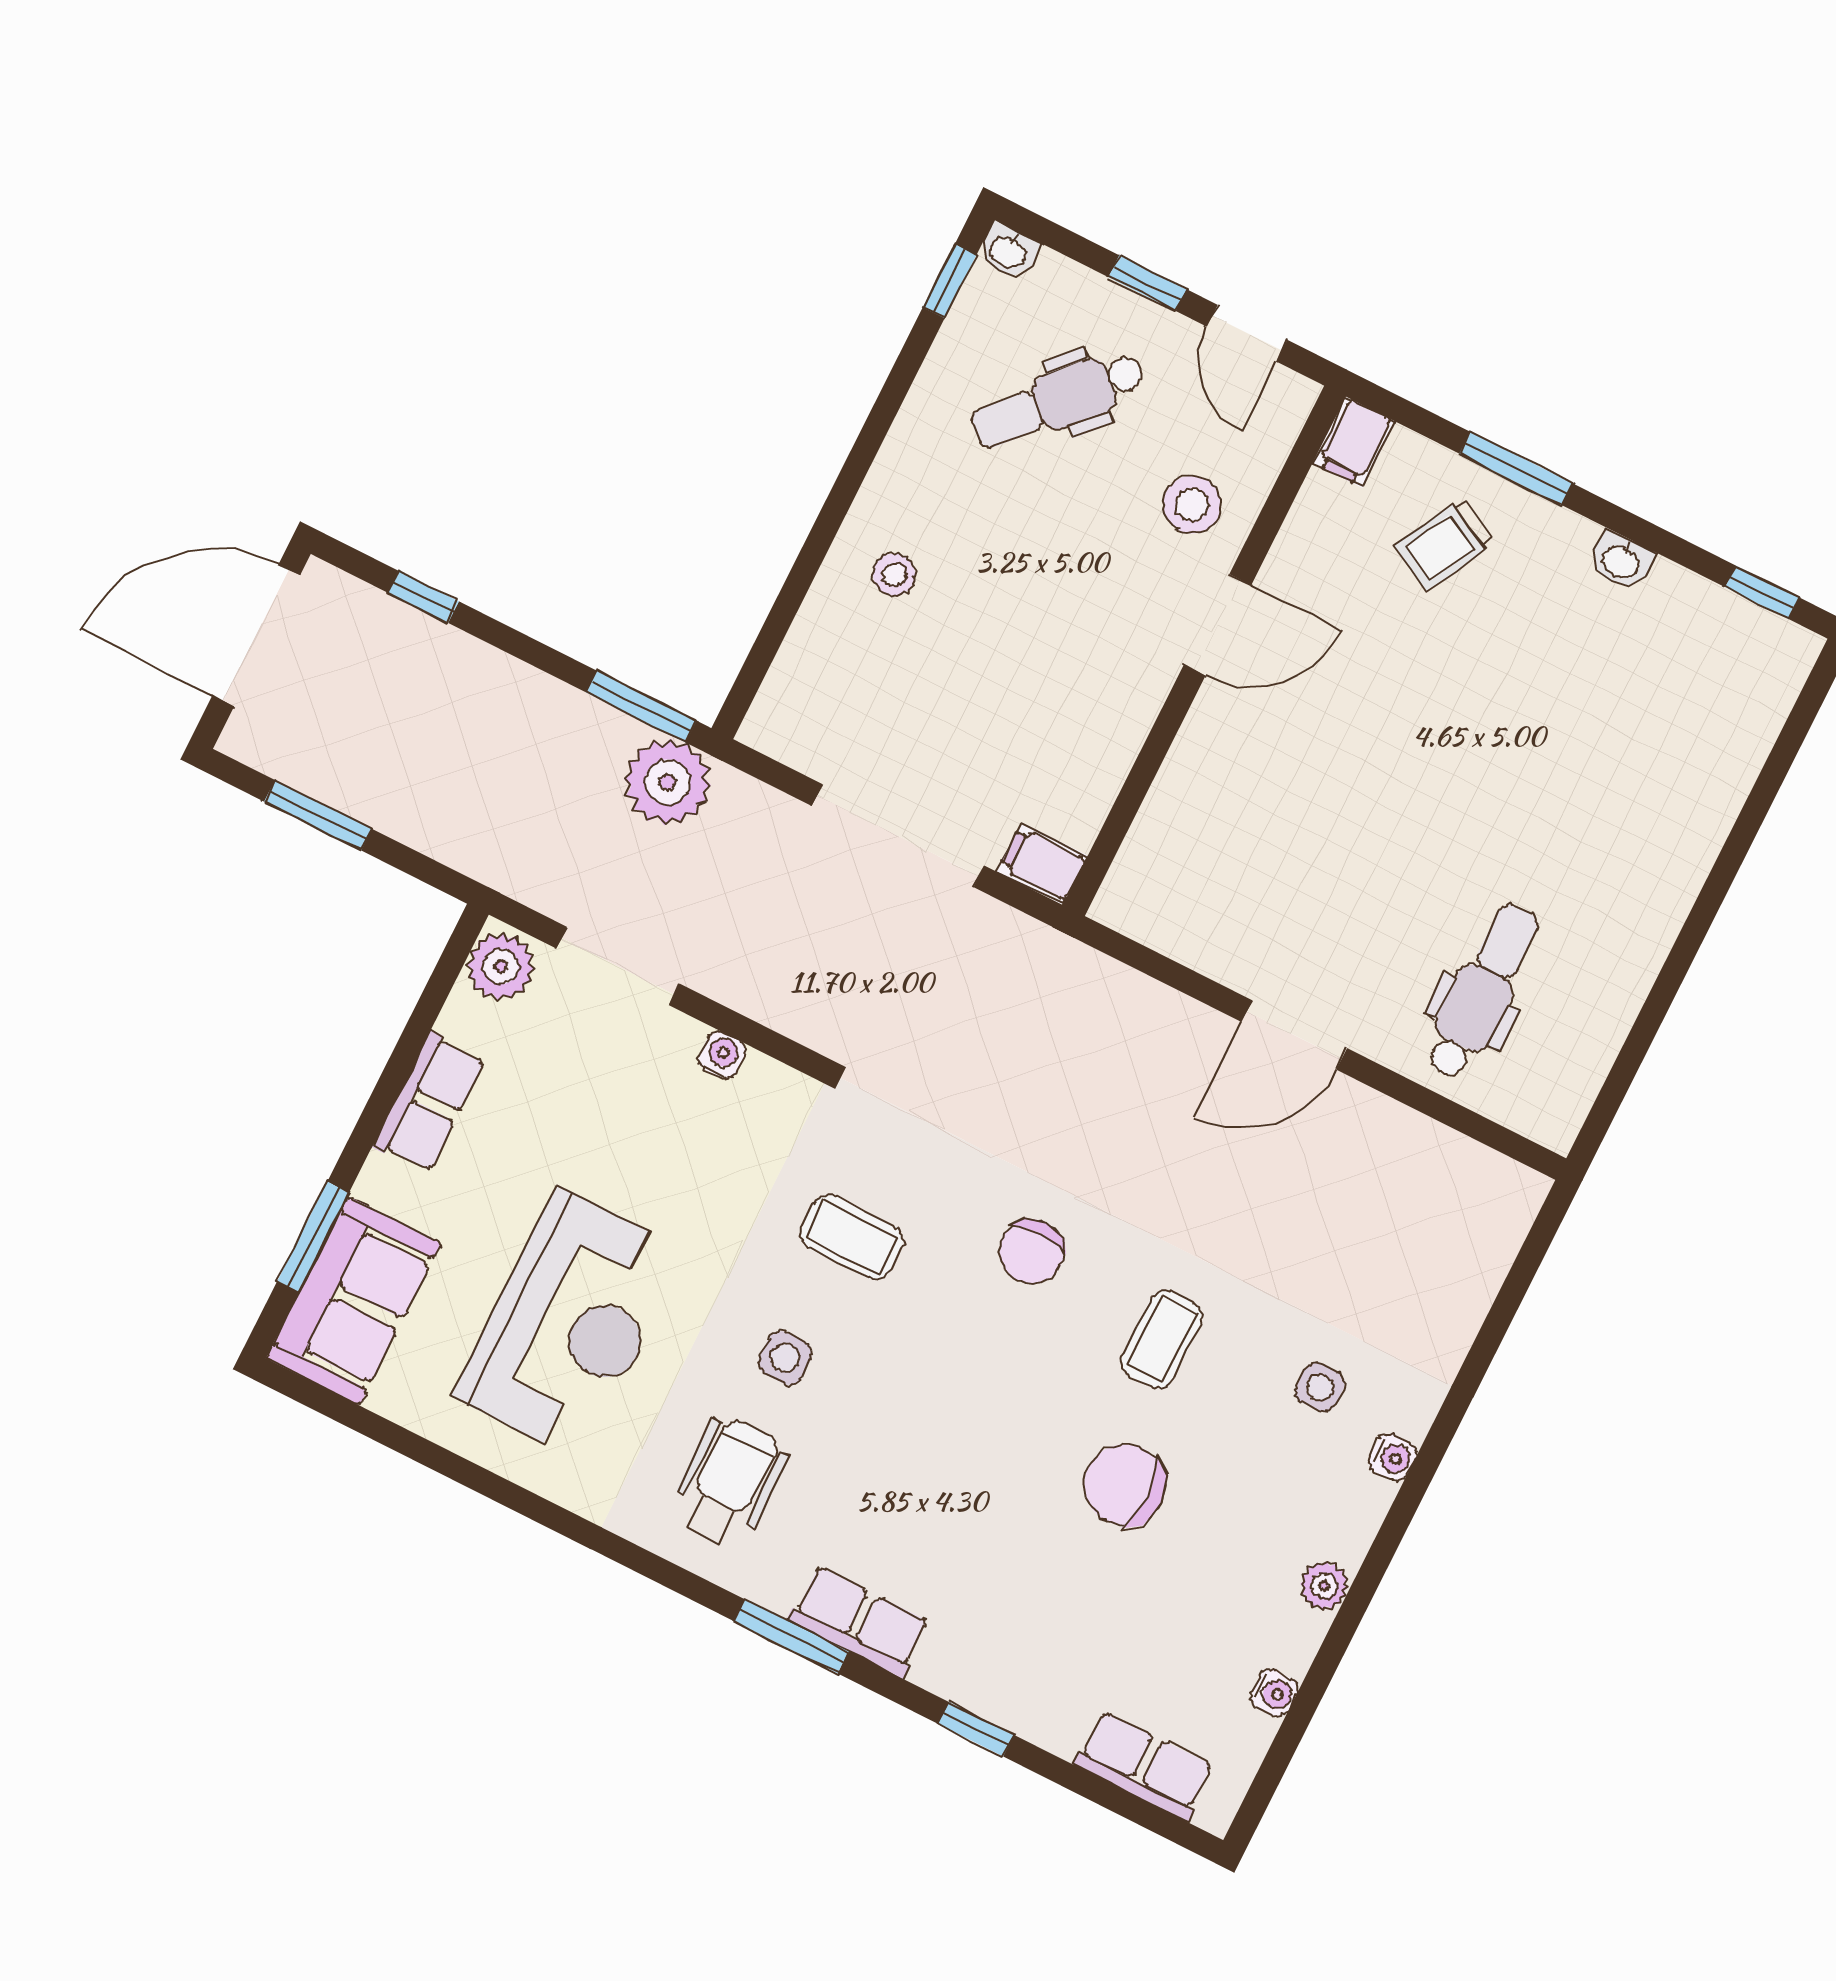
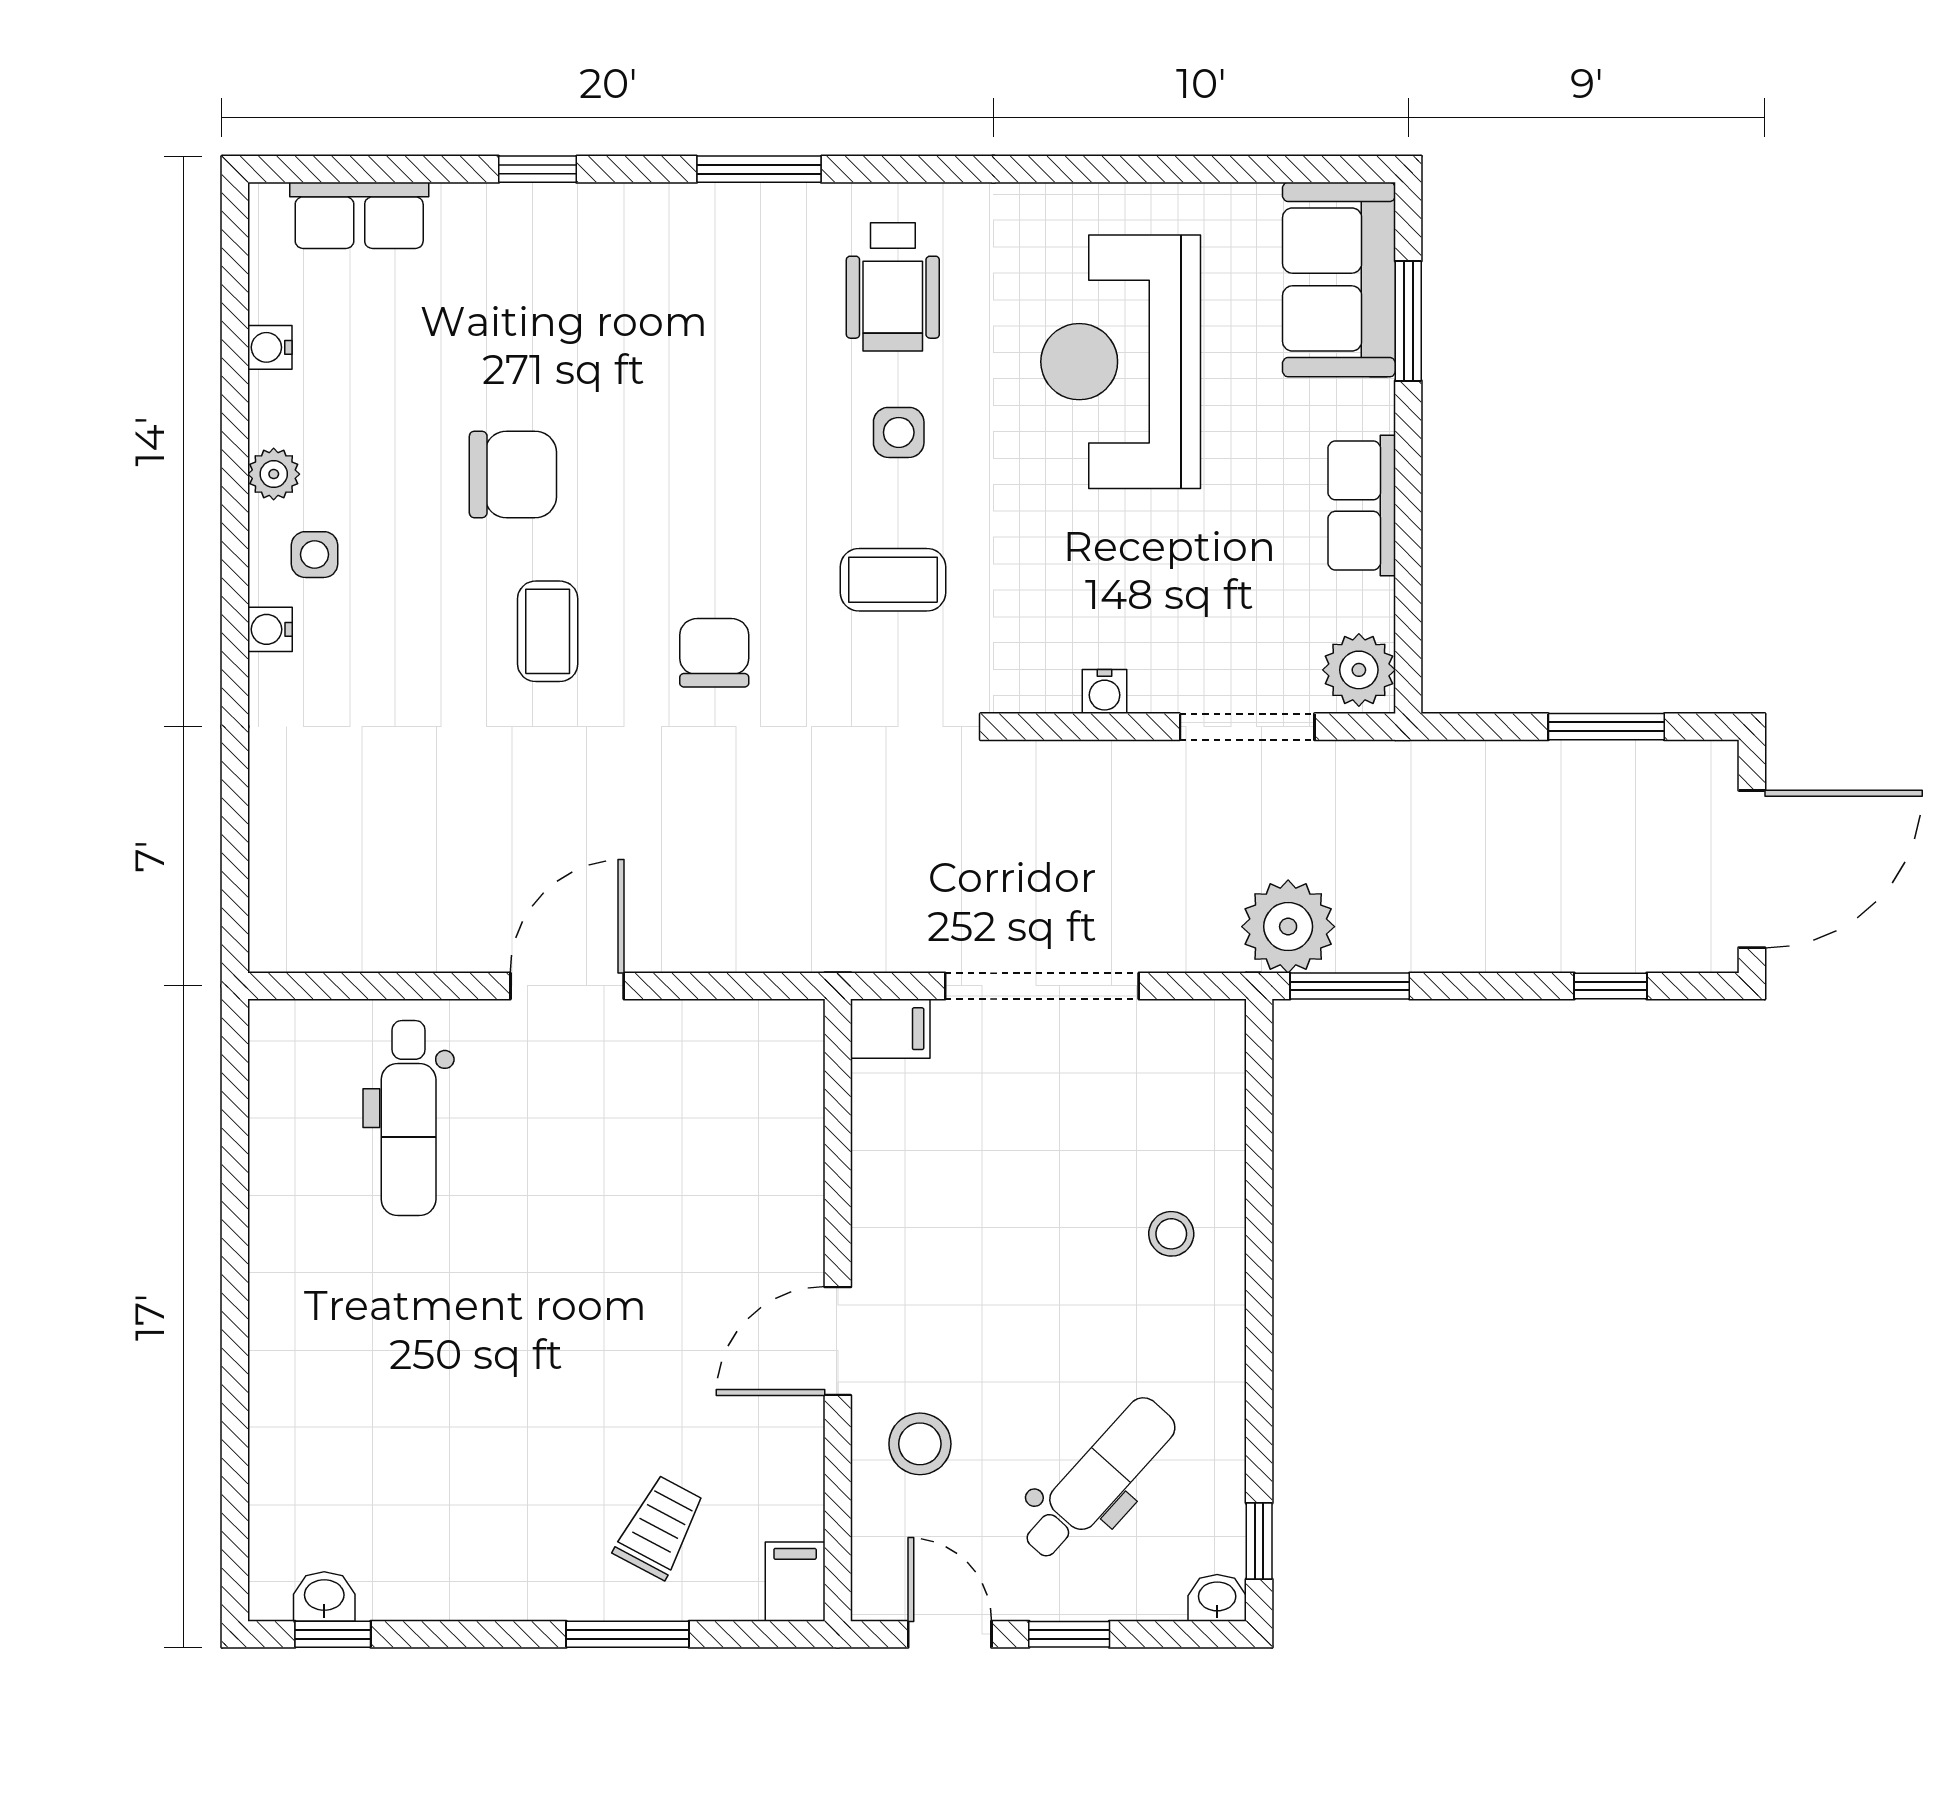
washbasin: (1621, 561) -> (324, 1596), moved
side table: (1320, 1387) -> (315, 555), moved
row of seats: (859, 1622) -> (701, 216), removed

